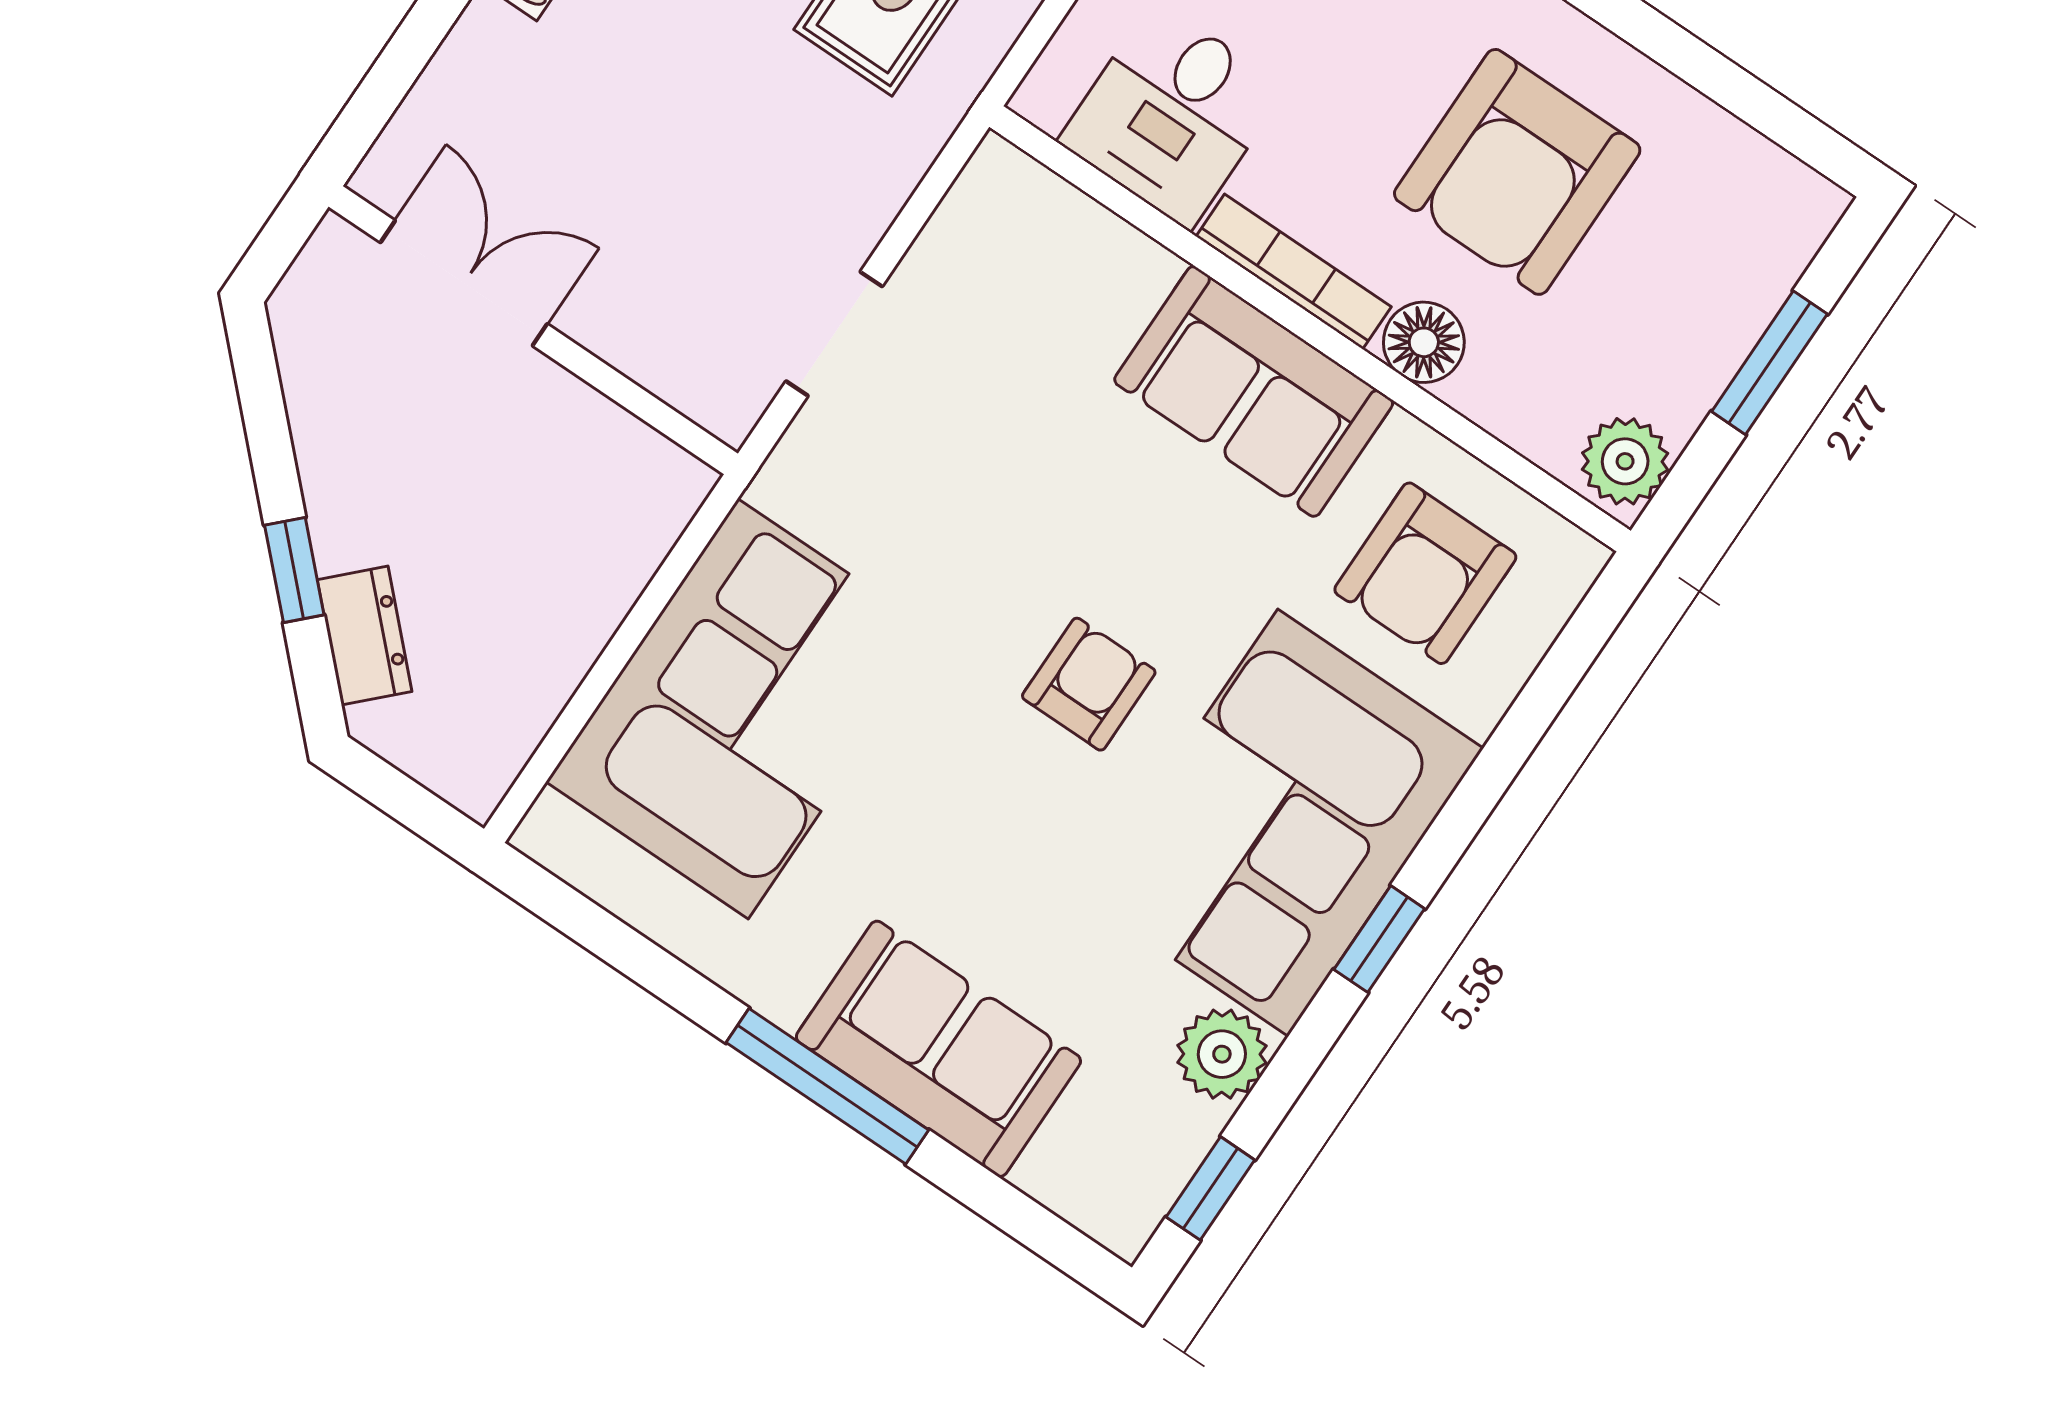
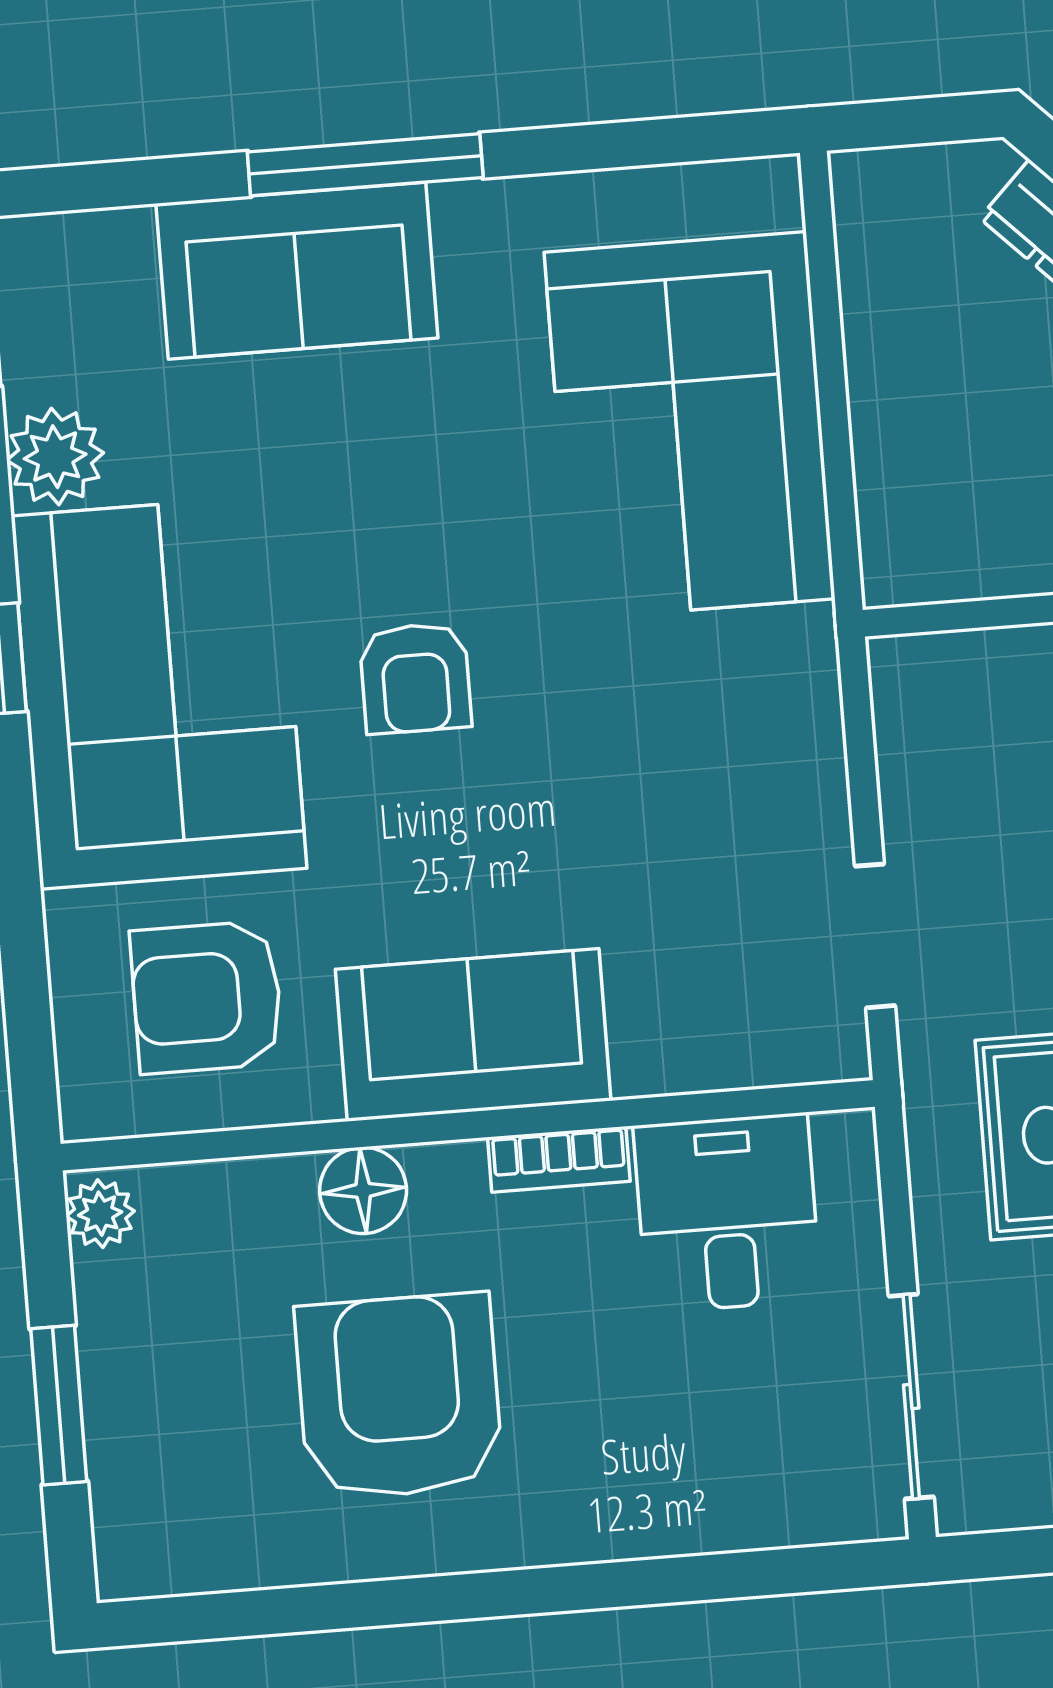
bookcase: (1294, 272) -> (559, 1159), width x0.64
doorway: (834, 334) -> (875, 936), moved
plant: (1625, 461) -> (100, 1214), width x0.73, depth x0.73
armchair: (1425, 573) -> (207, 997), turned -90

